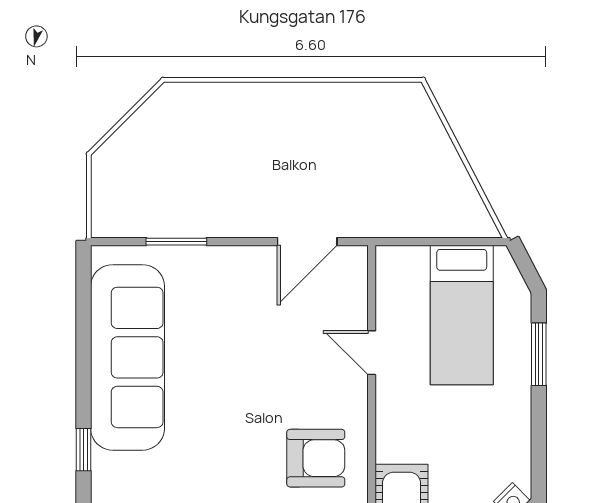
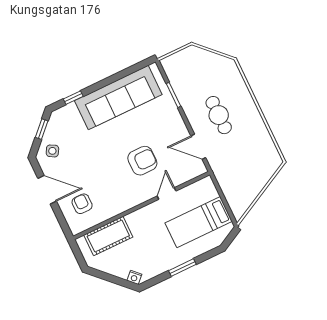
cafe table: (262, 169) -> (219, 115), added
window: (539, 354) -> (182, 267), moved
armchair: (316, 458) -> (142, 161), moved, turned -90

